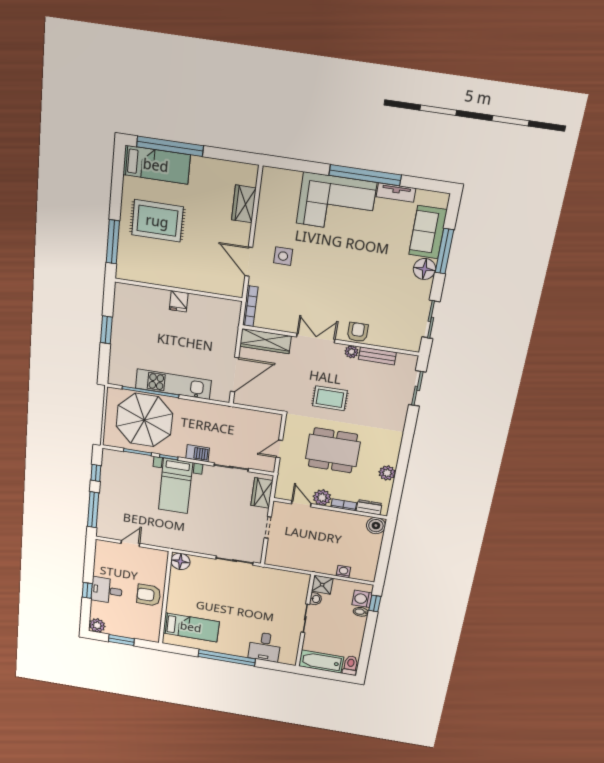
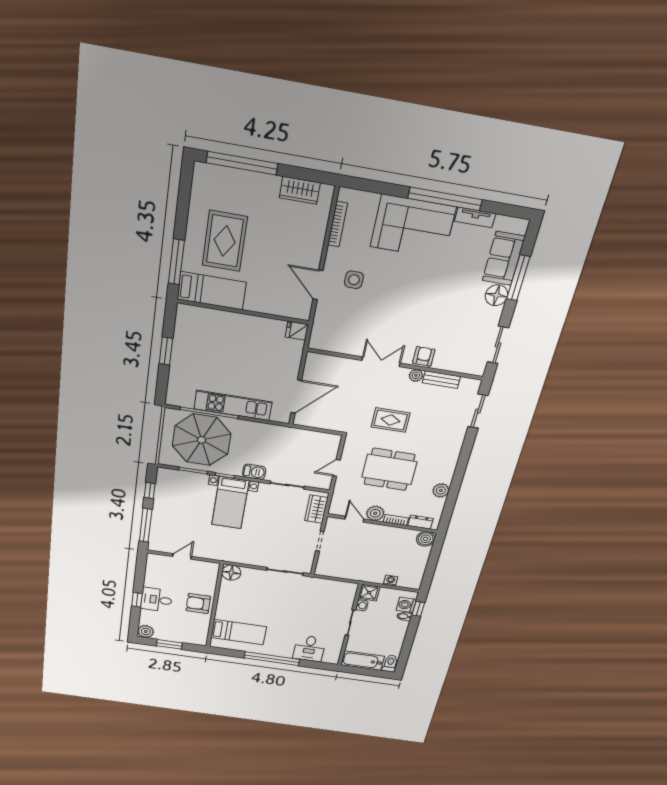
bed: (156, 165) -> (212, 291), moved
wardrobe: (244, 204) -> (300, 190), moved, turned -90
rug: (157, 221) -> (225, 241), turned 90
fridge: (179, 301) -> (297, 331), moved, turned 90
bookcase: (250, 306) -> (338, 224), moved
wardrobe: (266, 341) -> (330, 364), removed

